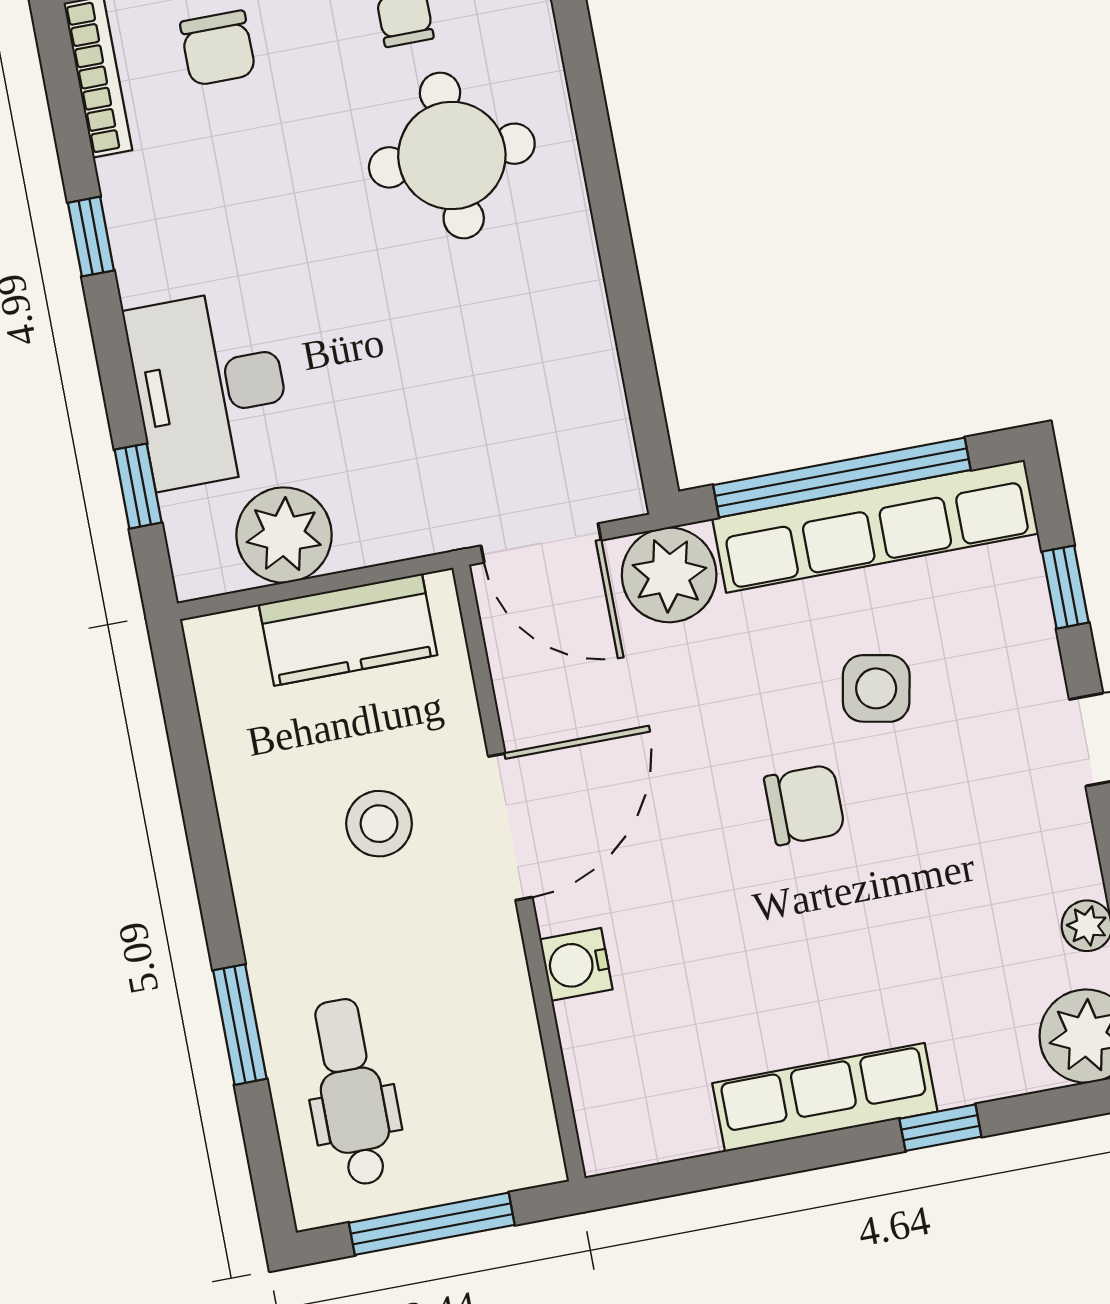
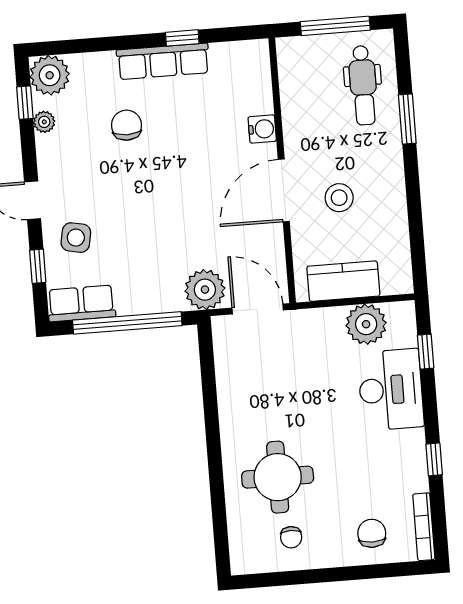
row of seats: (875, 526) -> (81, 303), width x0.50
side table: (876, 688) -> (76, 238), moved
chair: (804, 805) -> (127, 125), moved, turned 90
window: (940, 1128) -> (182, 38), moved

